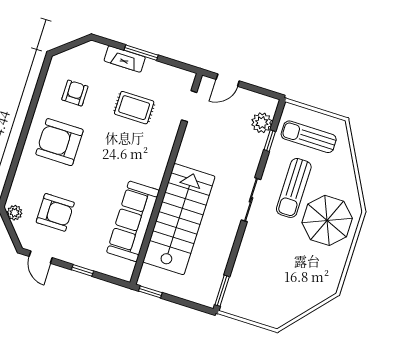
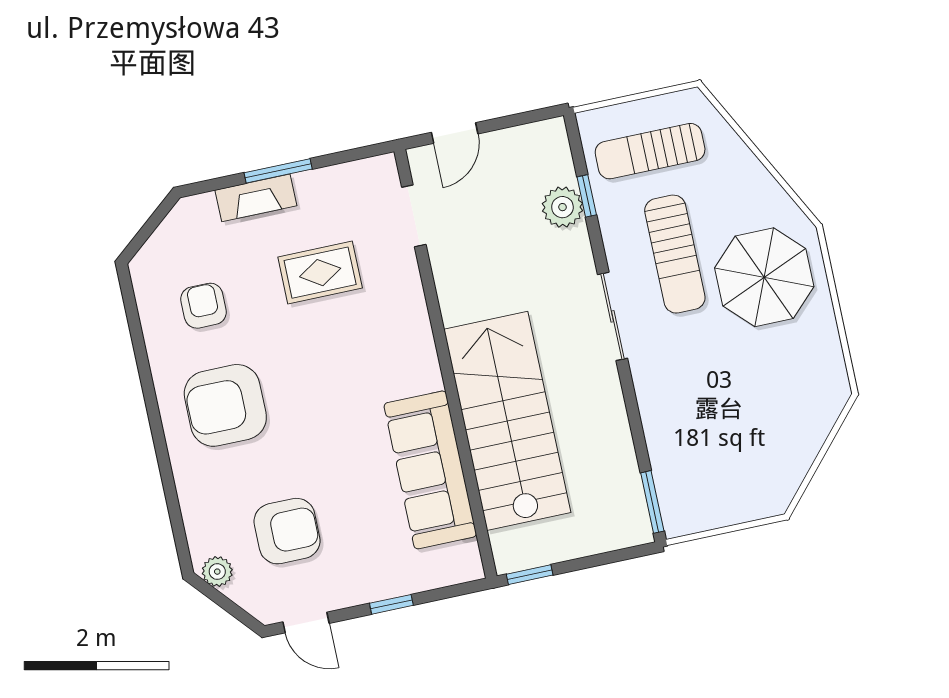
plant: (262, 123) -> (562, 207), moved

